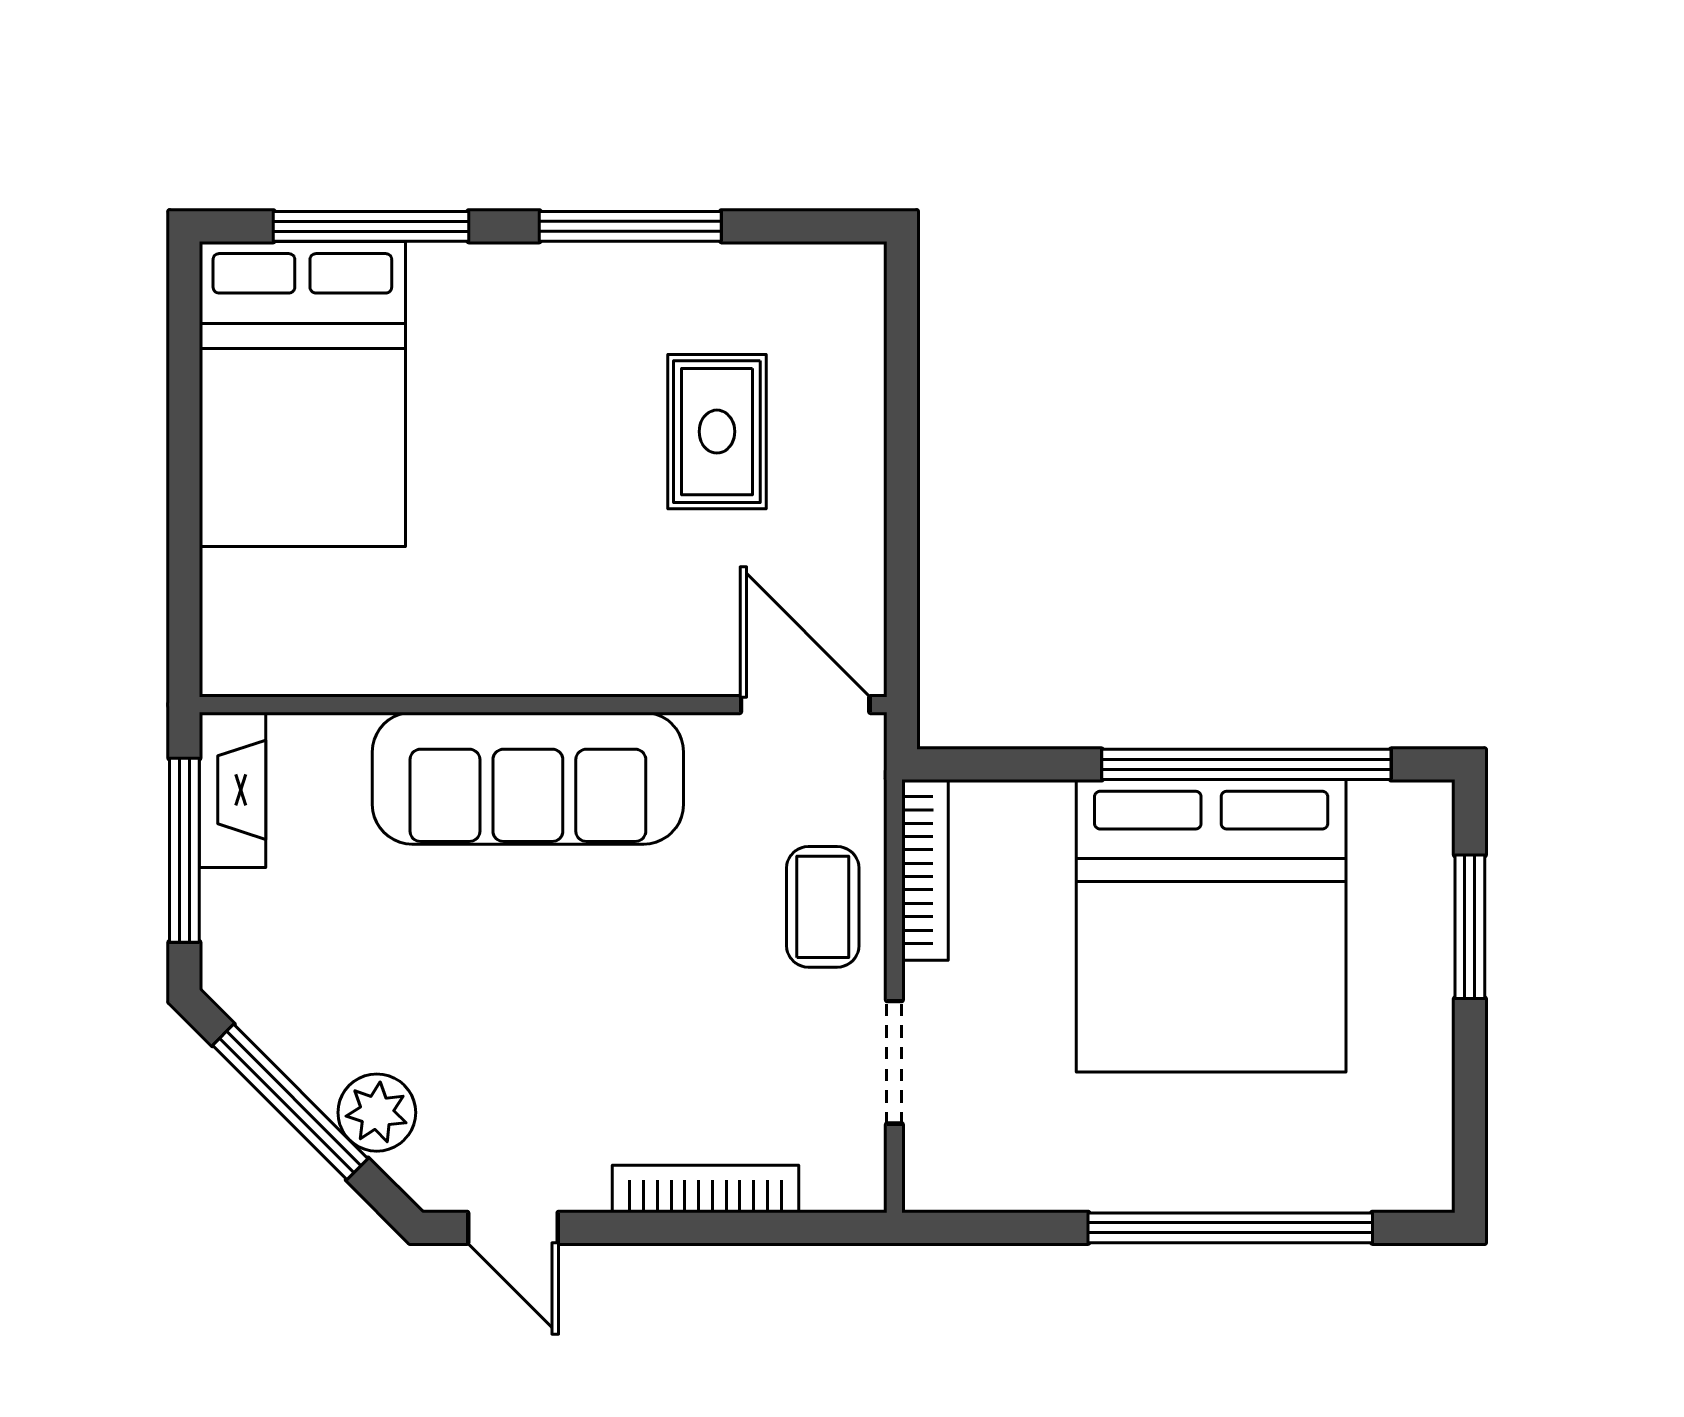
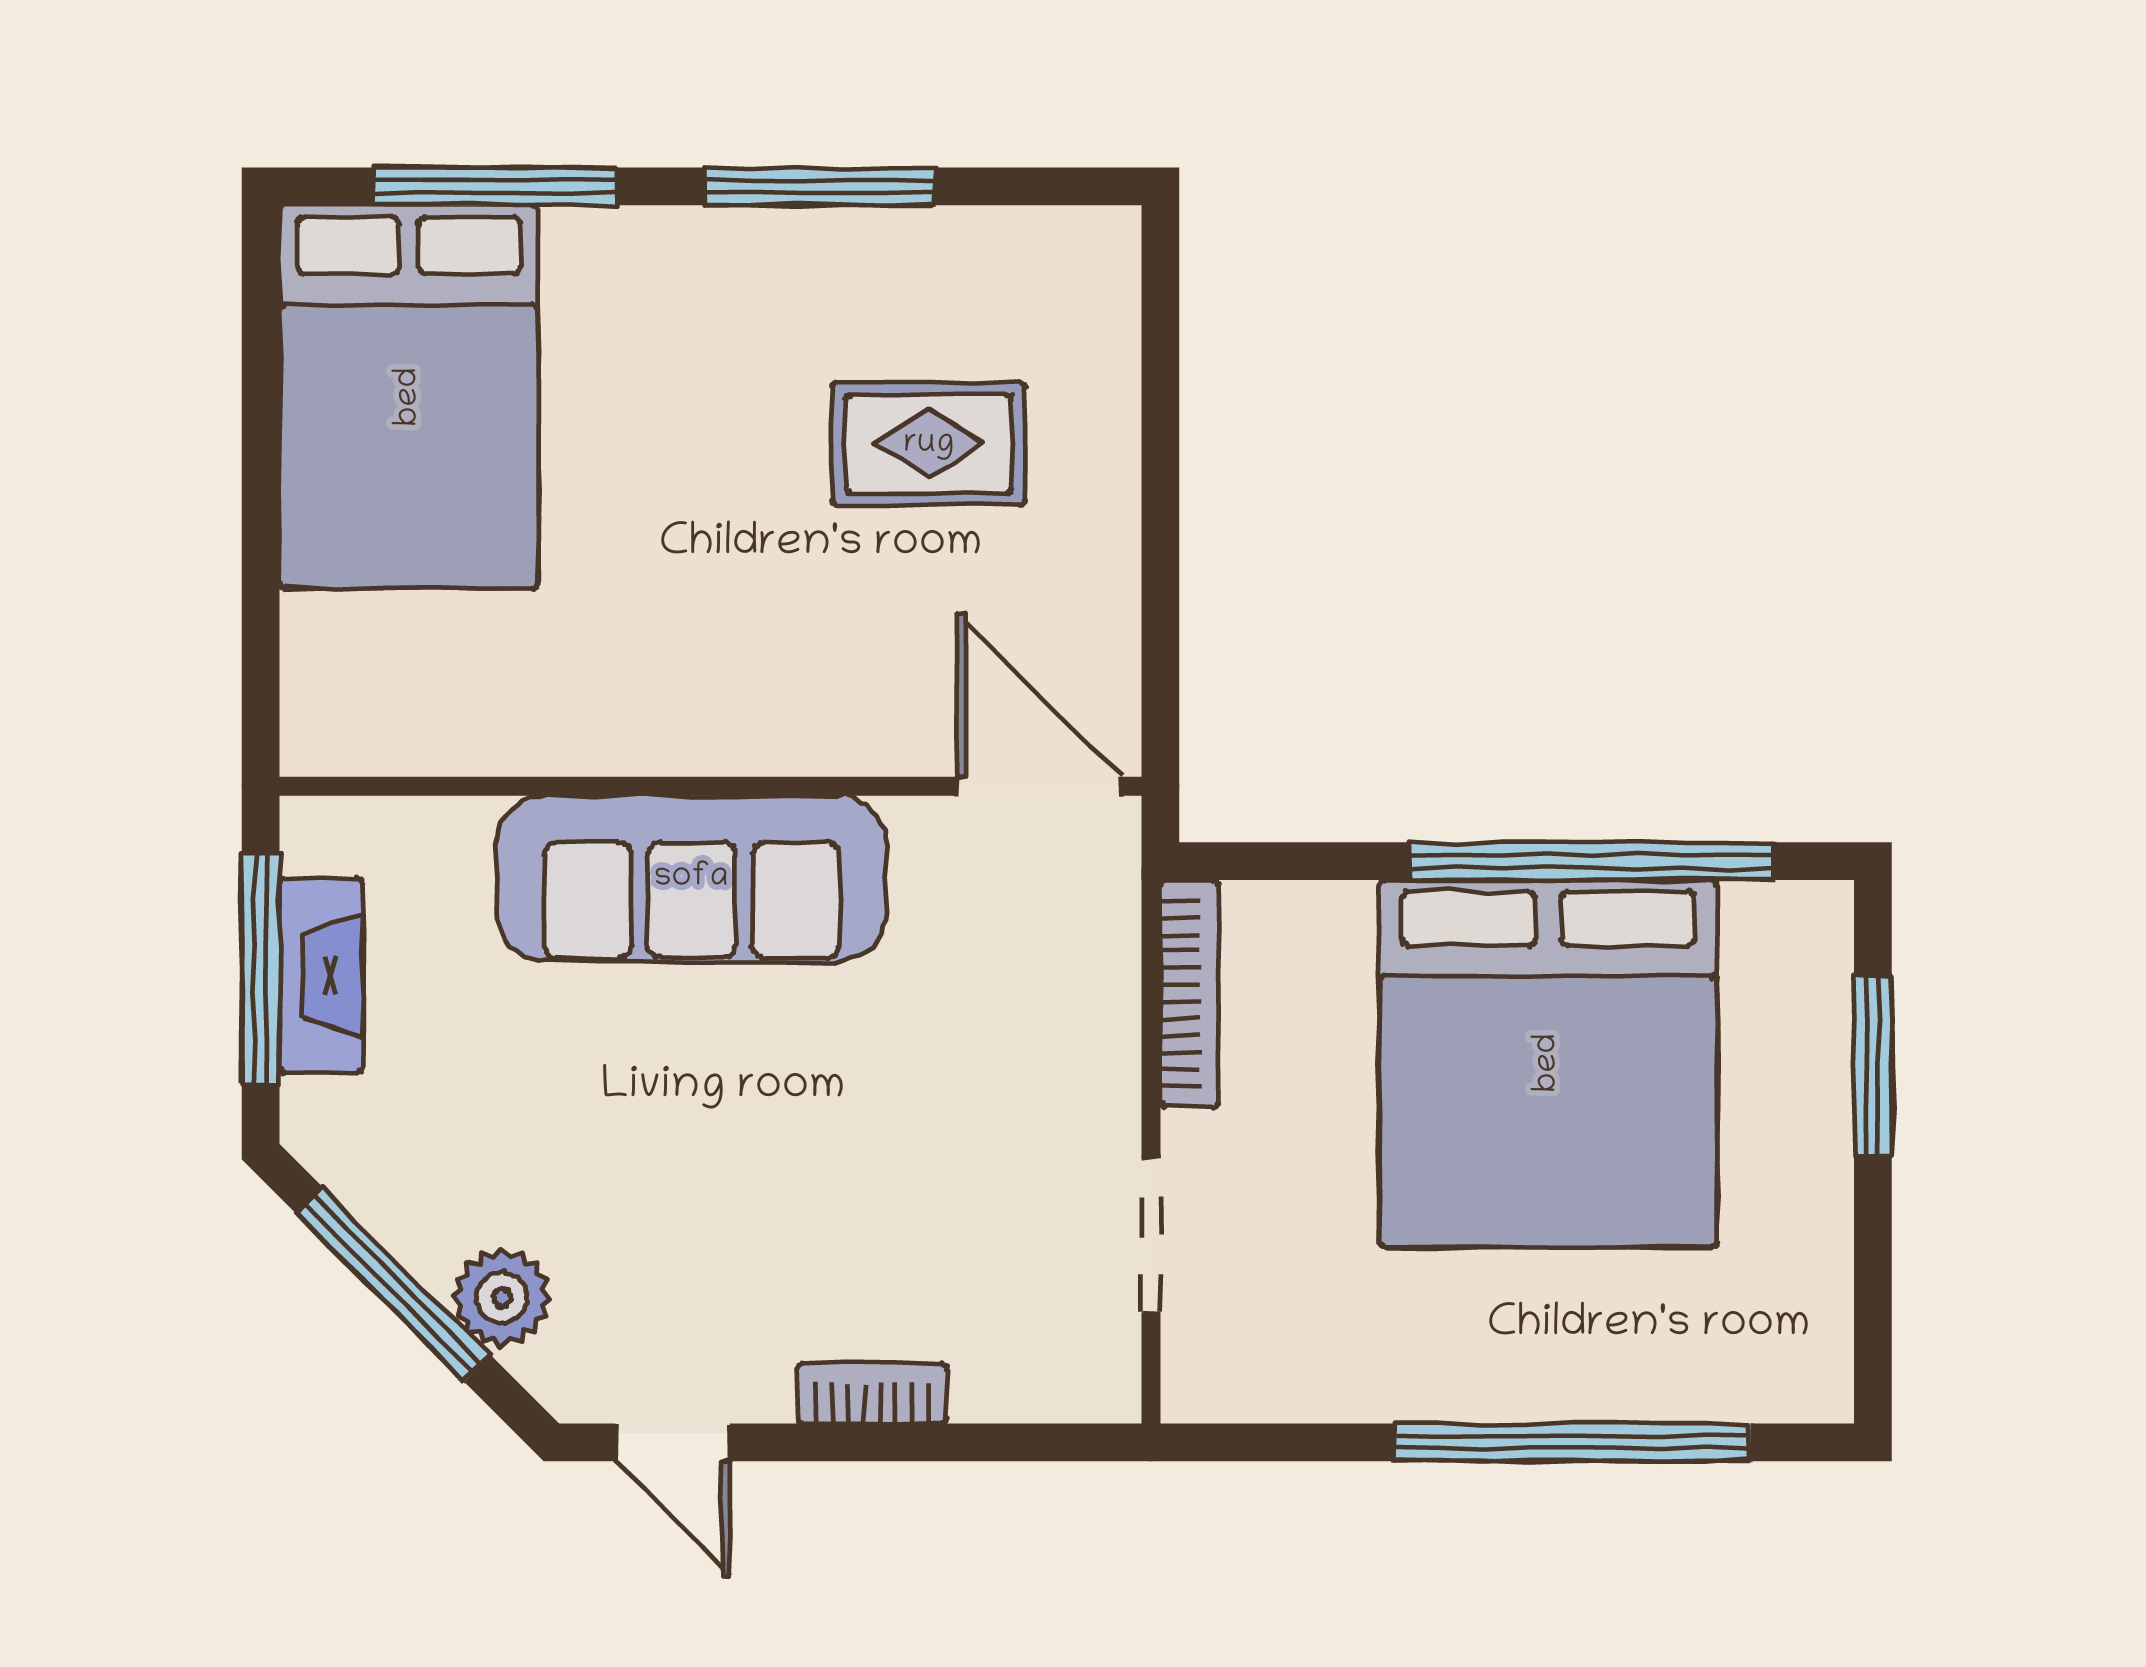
rug: (717, 432) -> (929, 444), turned 90
fireplace: (232, 790) -> (321, 975), moved
coffee table: (823, 907) -> (1061, 1040), removed
bookcase: (705, 1189) -> (872, 1394), width x0.64

